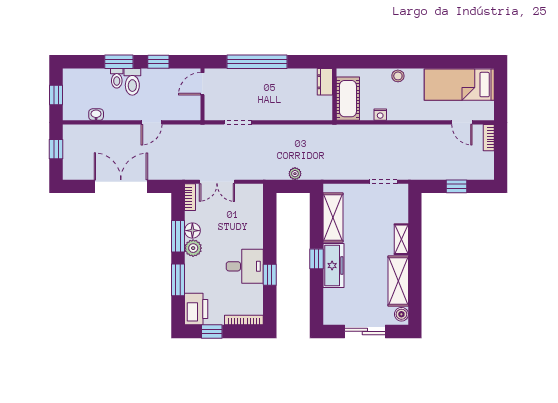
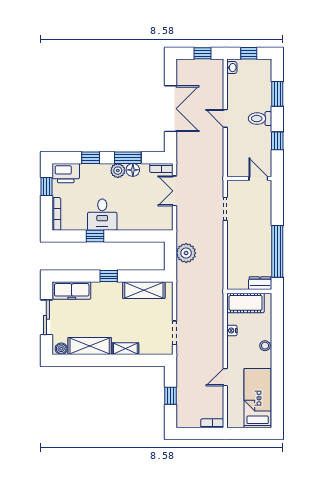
window: (119, 62) -> (277, 94), moved
window: (257, 62) -> (277, 251), moved
toilet: (117, 78) -> (263, 105), removed
washbasin: (96, 115) -> (232, 68), moved
door: (151, 122) -> (225, 118), moved
door: (462, 122) -> (225, 377), moved
plant: (295, 174) -> (186, 253), width x1.88, depth x1.88
freezer: (333, 266) -> (72, 291), moved
window: (178, 280) -> (91, 158), width x0.67

